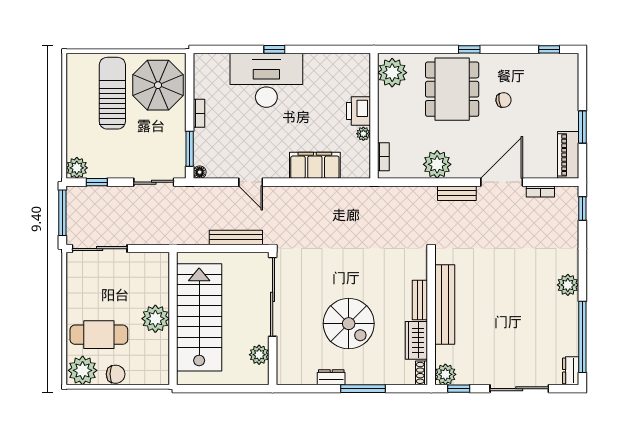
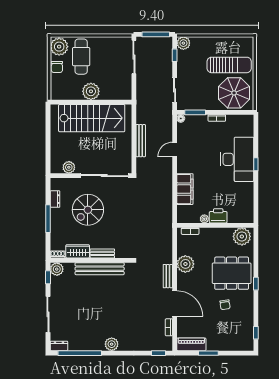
sliding door: (273, 297) -> (104, 176), moved
wall: (273, 319) -> (91, 176), moved
plant: (259, 355) -> (69, 167), moved

